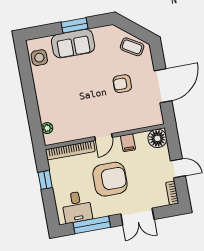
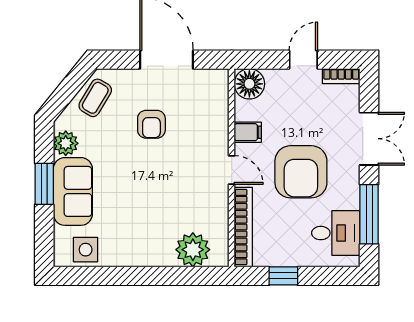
plant: (101, 34) -> (66, 143), added
plant: (47, 128) -> (193, 250), width x1.87, depth x1.87
armchair: (110, 179) -> (301, 172), turned 180

